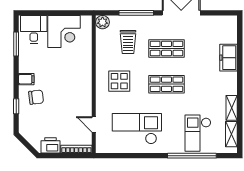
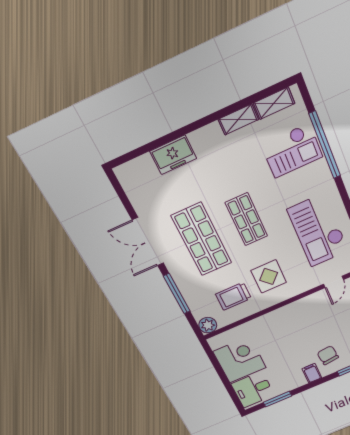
trolley: (128, 42) -> (233, 296), moved, turned 180
shop shelf: (166, 48) -> (202, 239), width x1.43, depth x1.36

